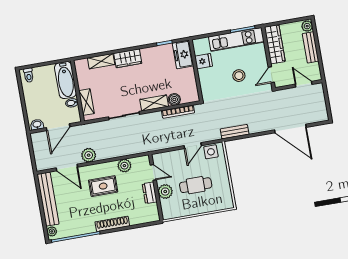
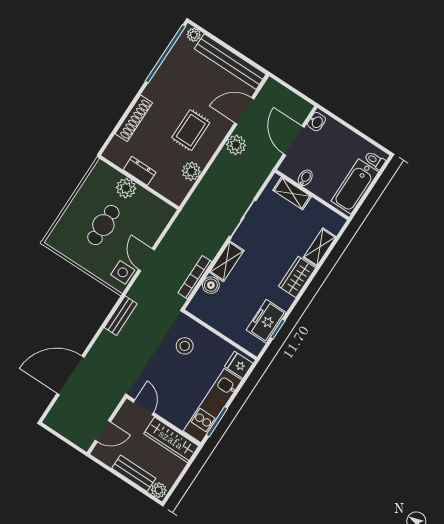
freezer: (183, 54) -> (266, 321), moved, turned -90
fridge: (204, 61) -> (239, 365), moved, turned 90
stool: (239, 76) -> (185, 346), moved
bathtub: (65, 80) -> (355, 187), moved, turned -90
door: (153, 172) -> (157, 194), removed
shoe rack: (112, 224) -> (134, 118), moved

